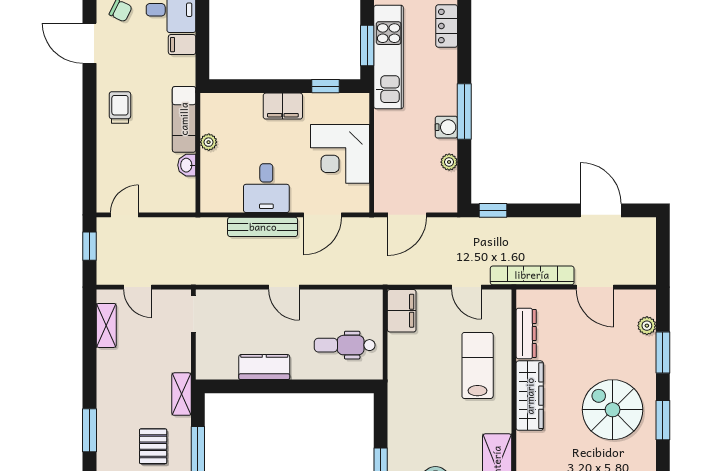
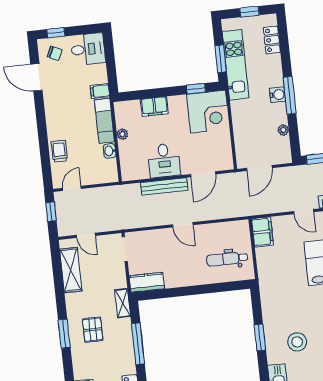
filing cabinet: (182, 45) -> (100, 91), moved
filing cabinet: (283, 106) -> (154, 106), moved
trolley: (120, 107) -> (59, 151), moved
water cooler: (446, 127) -> (278, 95), moved
corner desk: (340, 154) -> (208, 112), moved, turned -90
shelving: (106, 325) -> (71, 270), width x1.50, depth x1.33
kitchen counter: (264, 367) -> (147, 282), moved
pallet: (153, 446) -> (93, 330), moved

